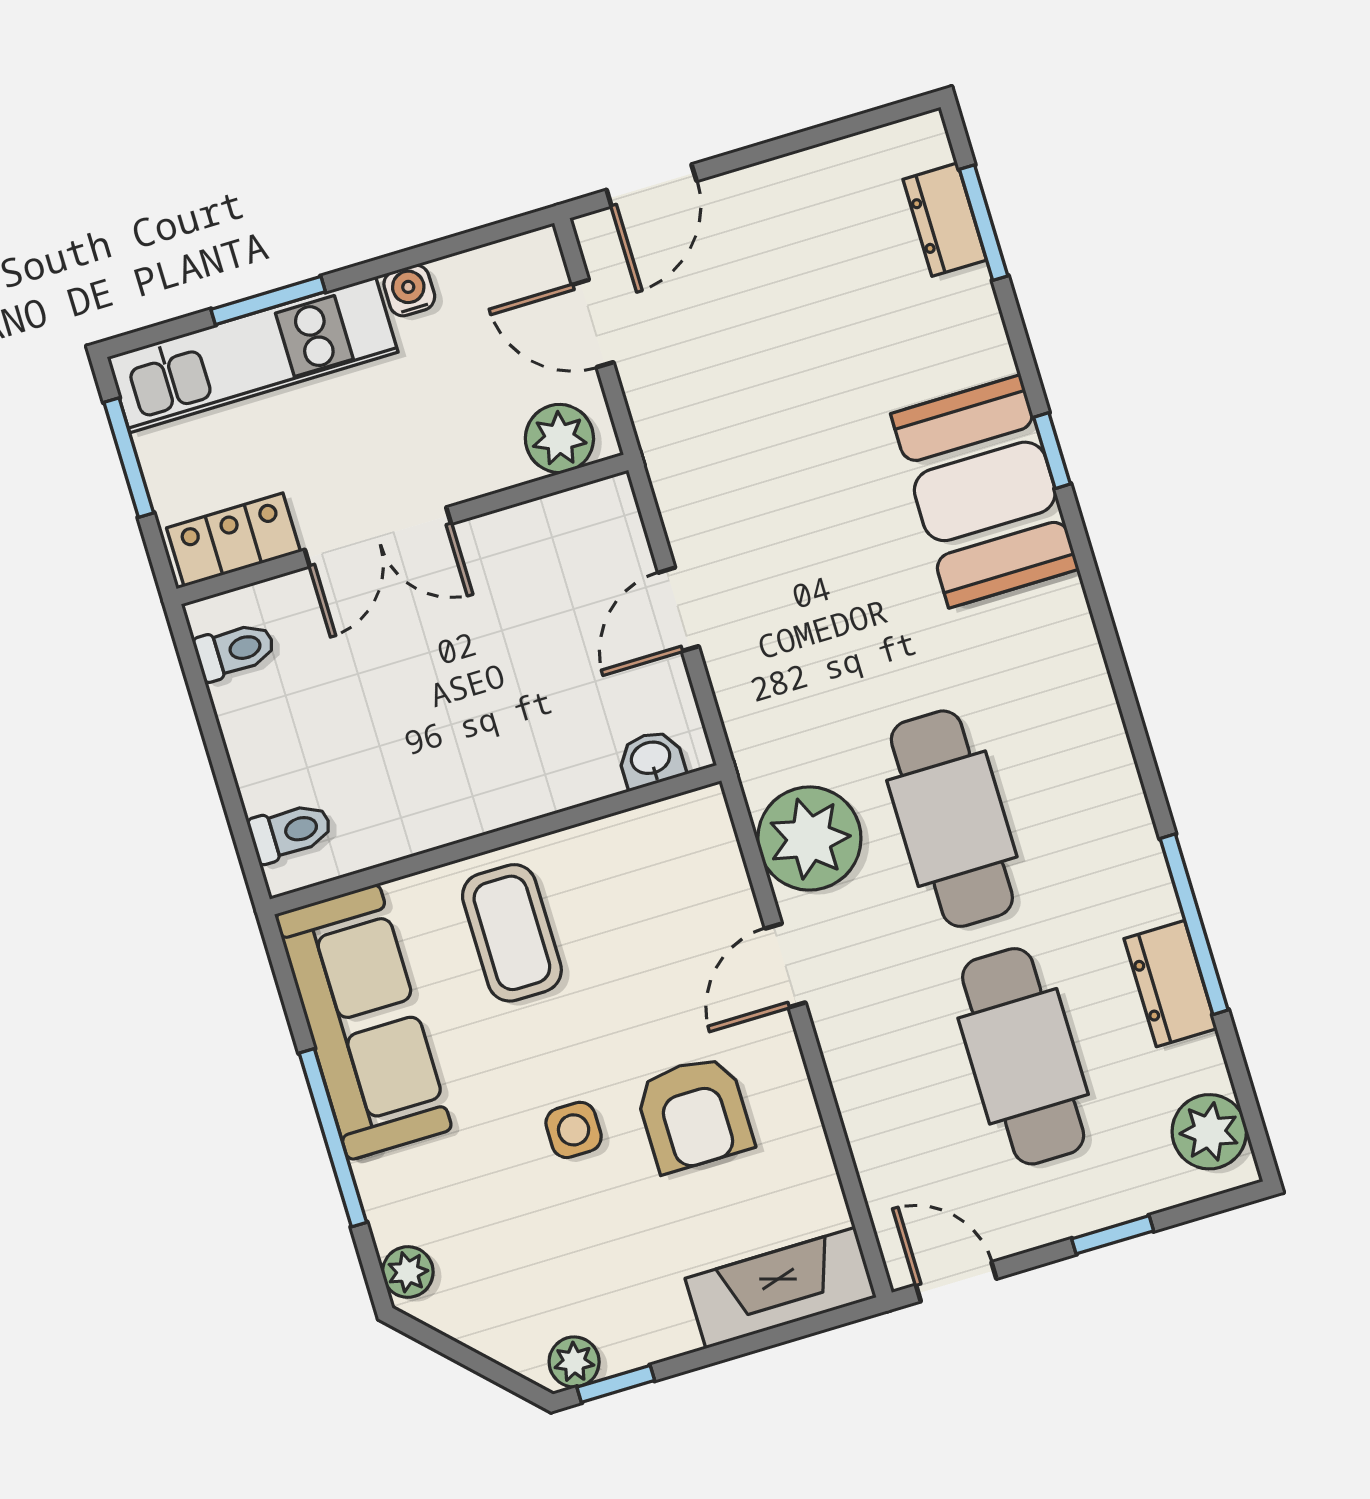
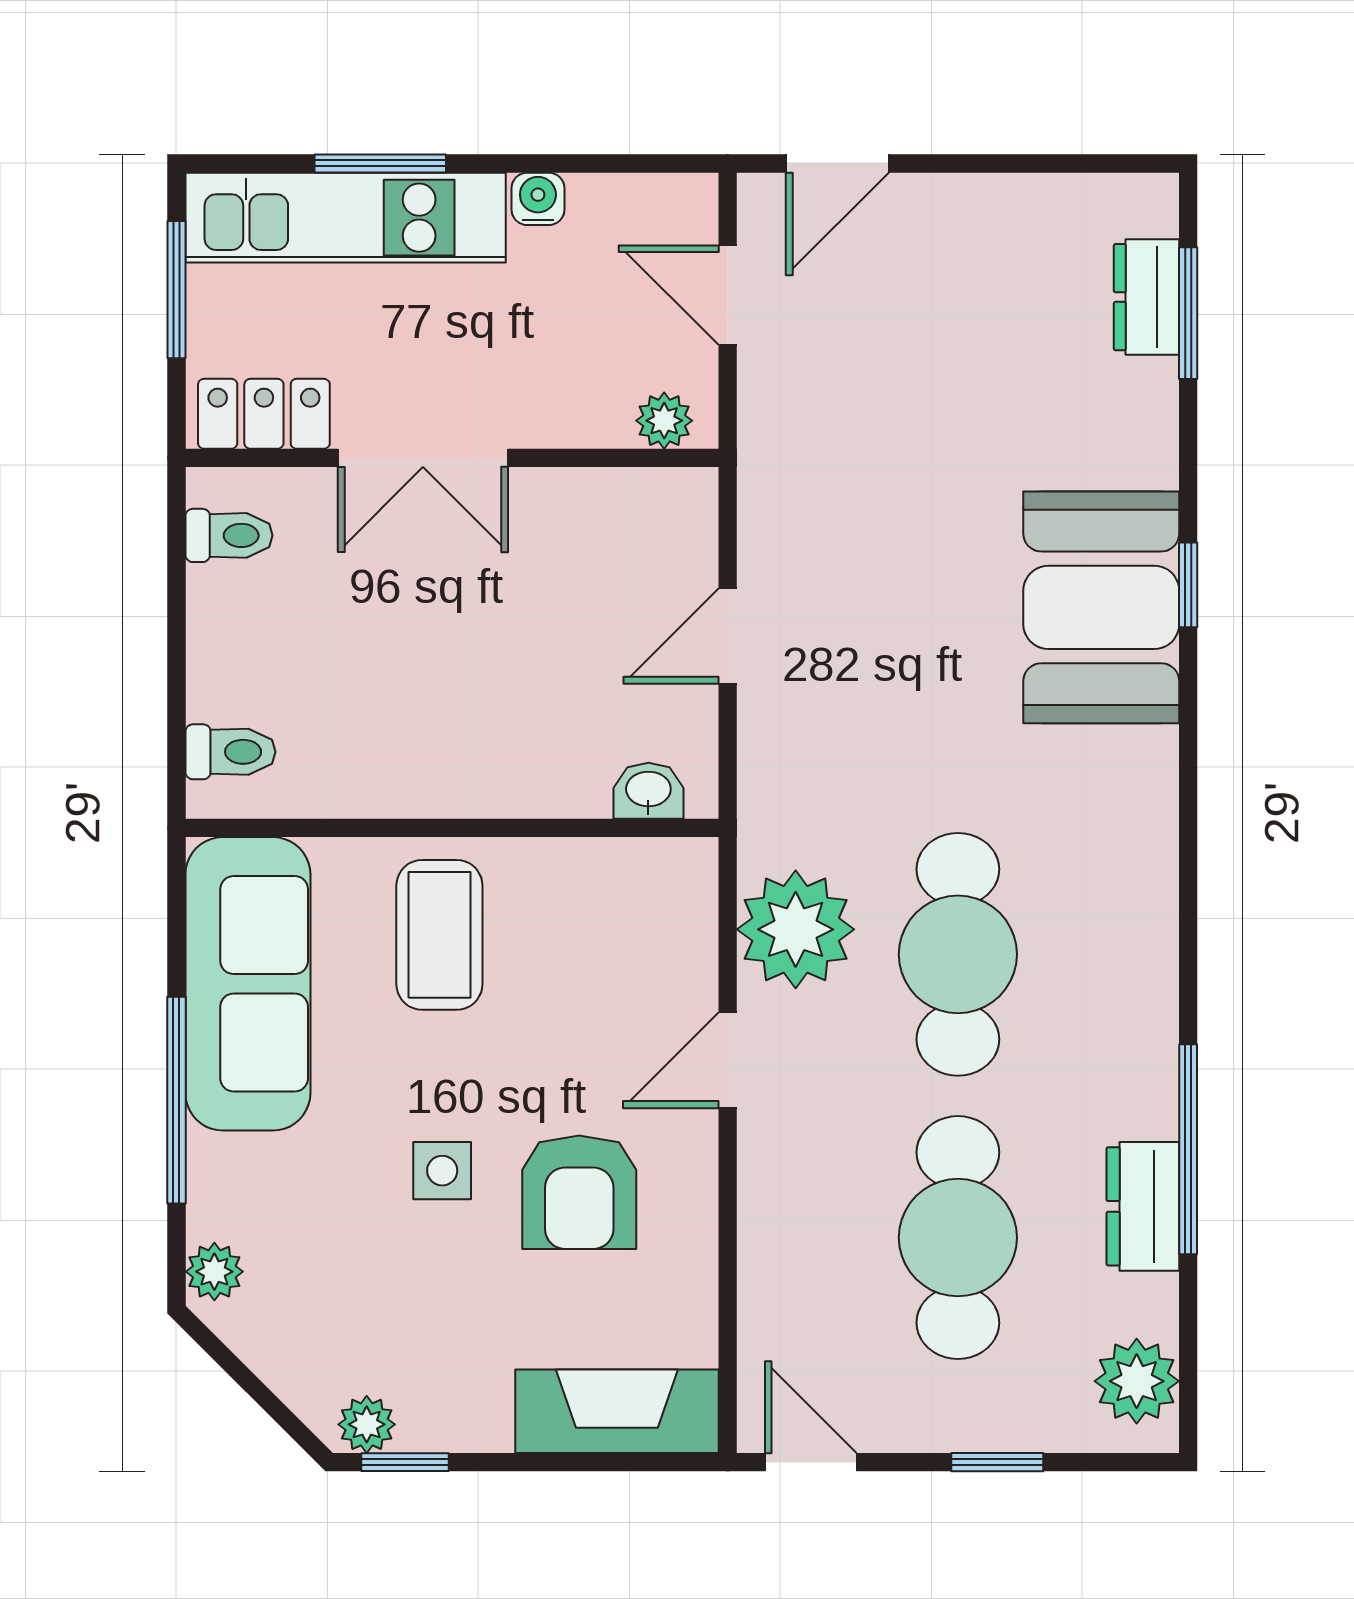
plant: (559, 438) -> (664, 421), width x0.73, depth x0.73

